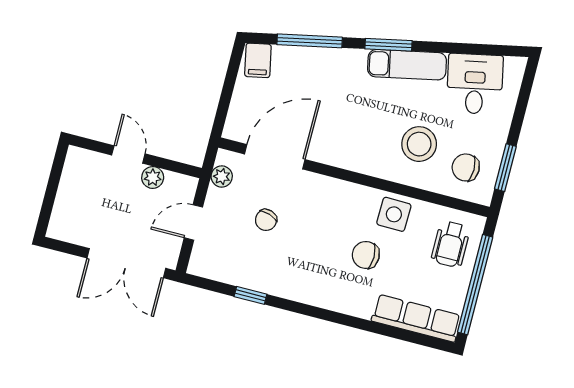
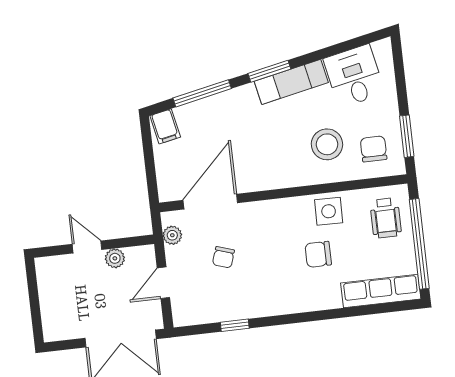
chair: (466, 167) -> (374, 149), turned 90

